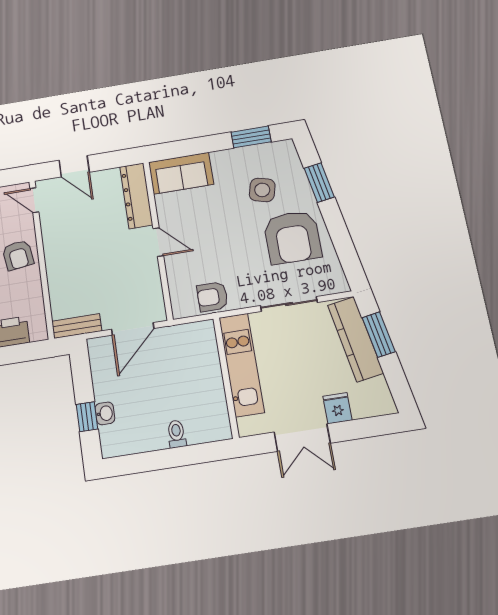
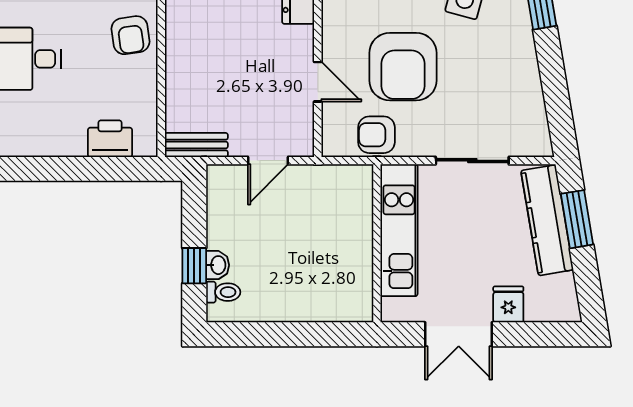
armchair: (292, 237) -> (403, 67), moved
door: (158, 242) -> (318, 82), moved
door: (133, 329) -> (268, 161), width x0.73
toilet: (177, 434) -> (223, 292), moved, turned 90

